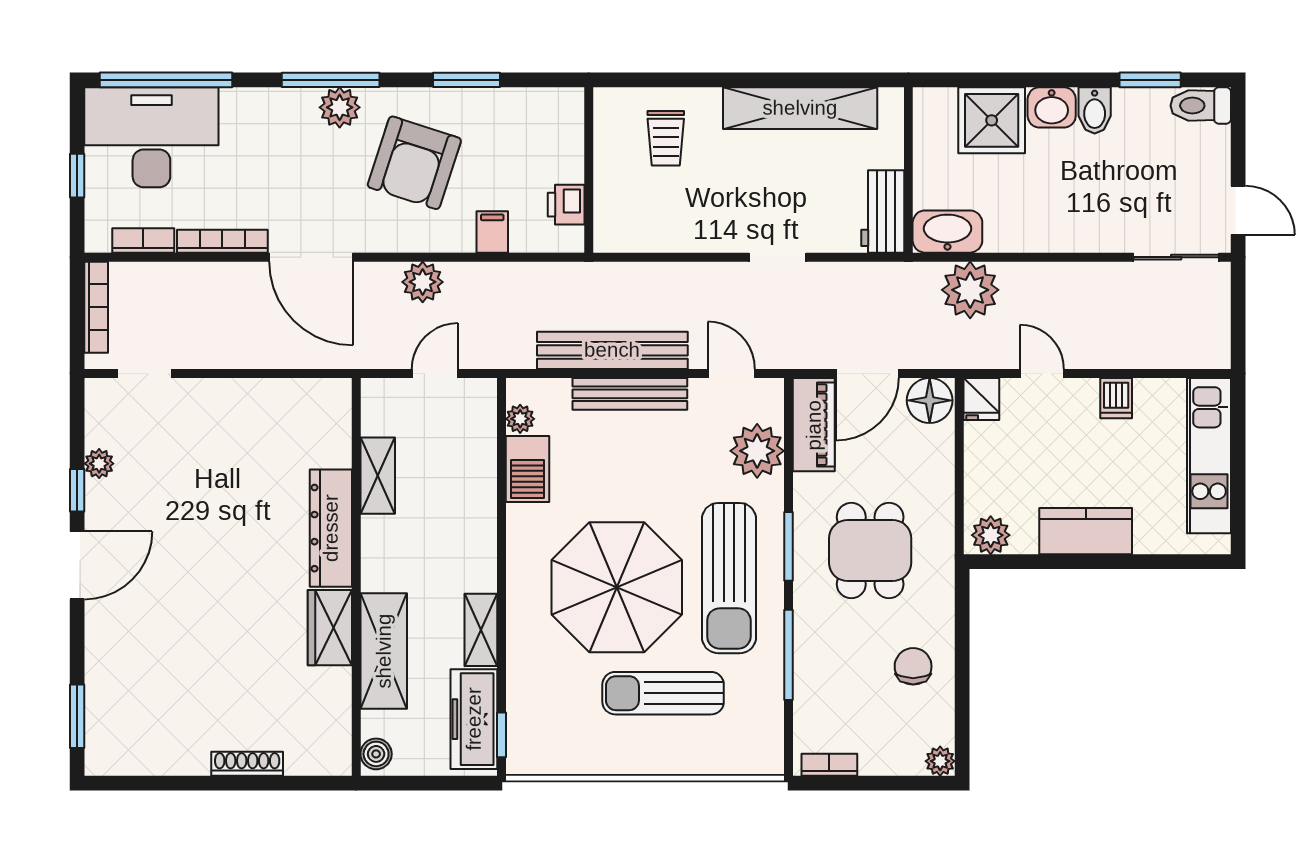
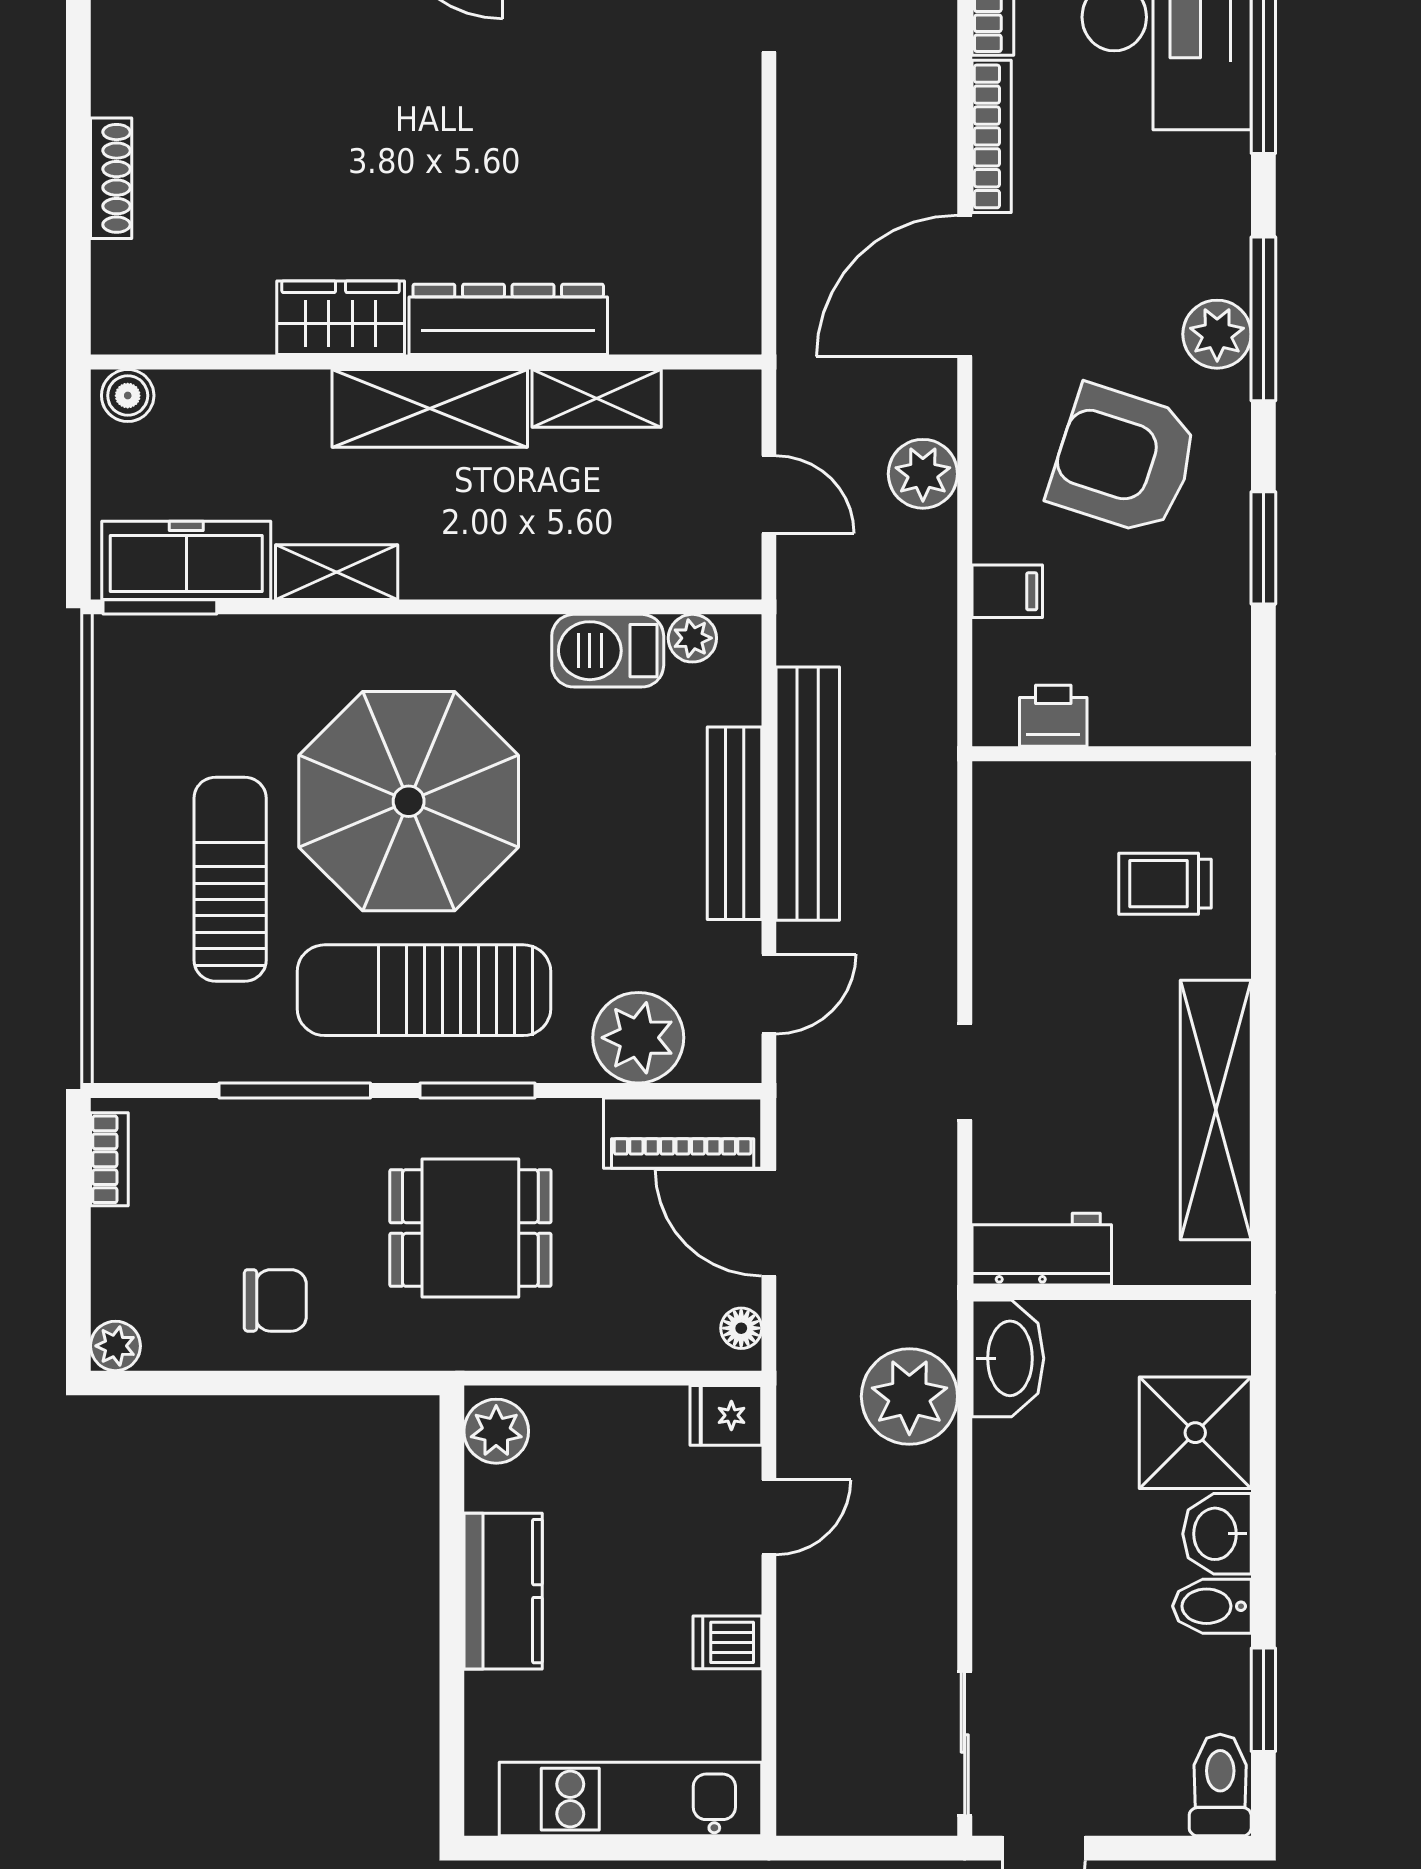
floor lamp: (930, 400) -> (741, 1328), width x0.53, depth x0.53
shelving: (384, 651) -> (430, 408), moved
window: (502, 735) -> (160, 607), width x1.50

